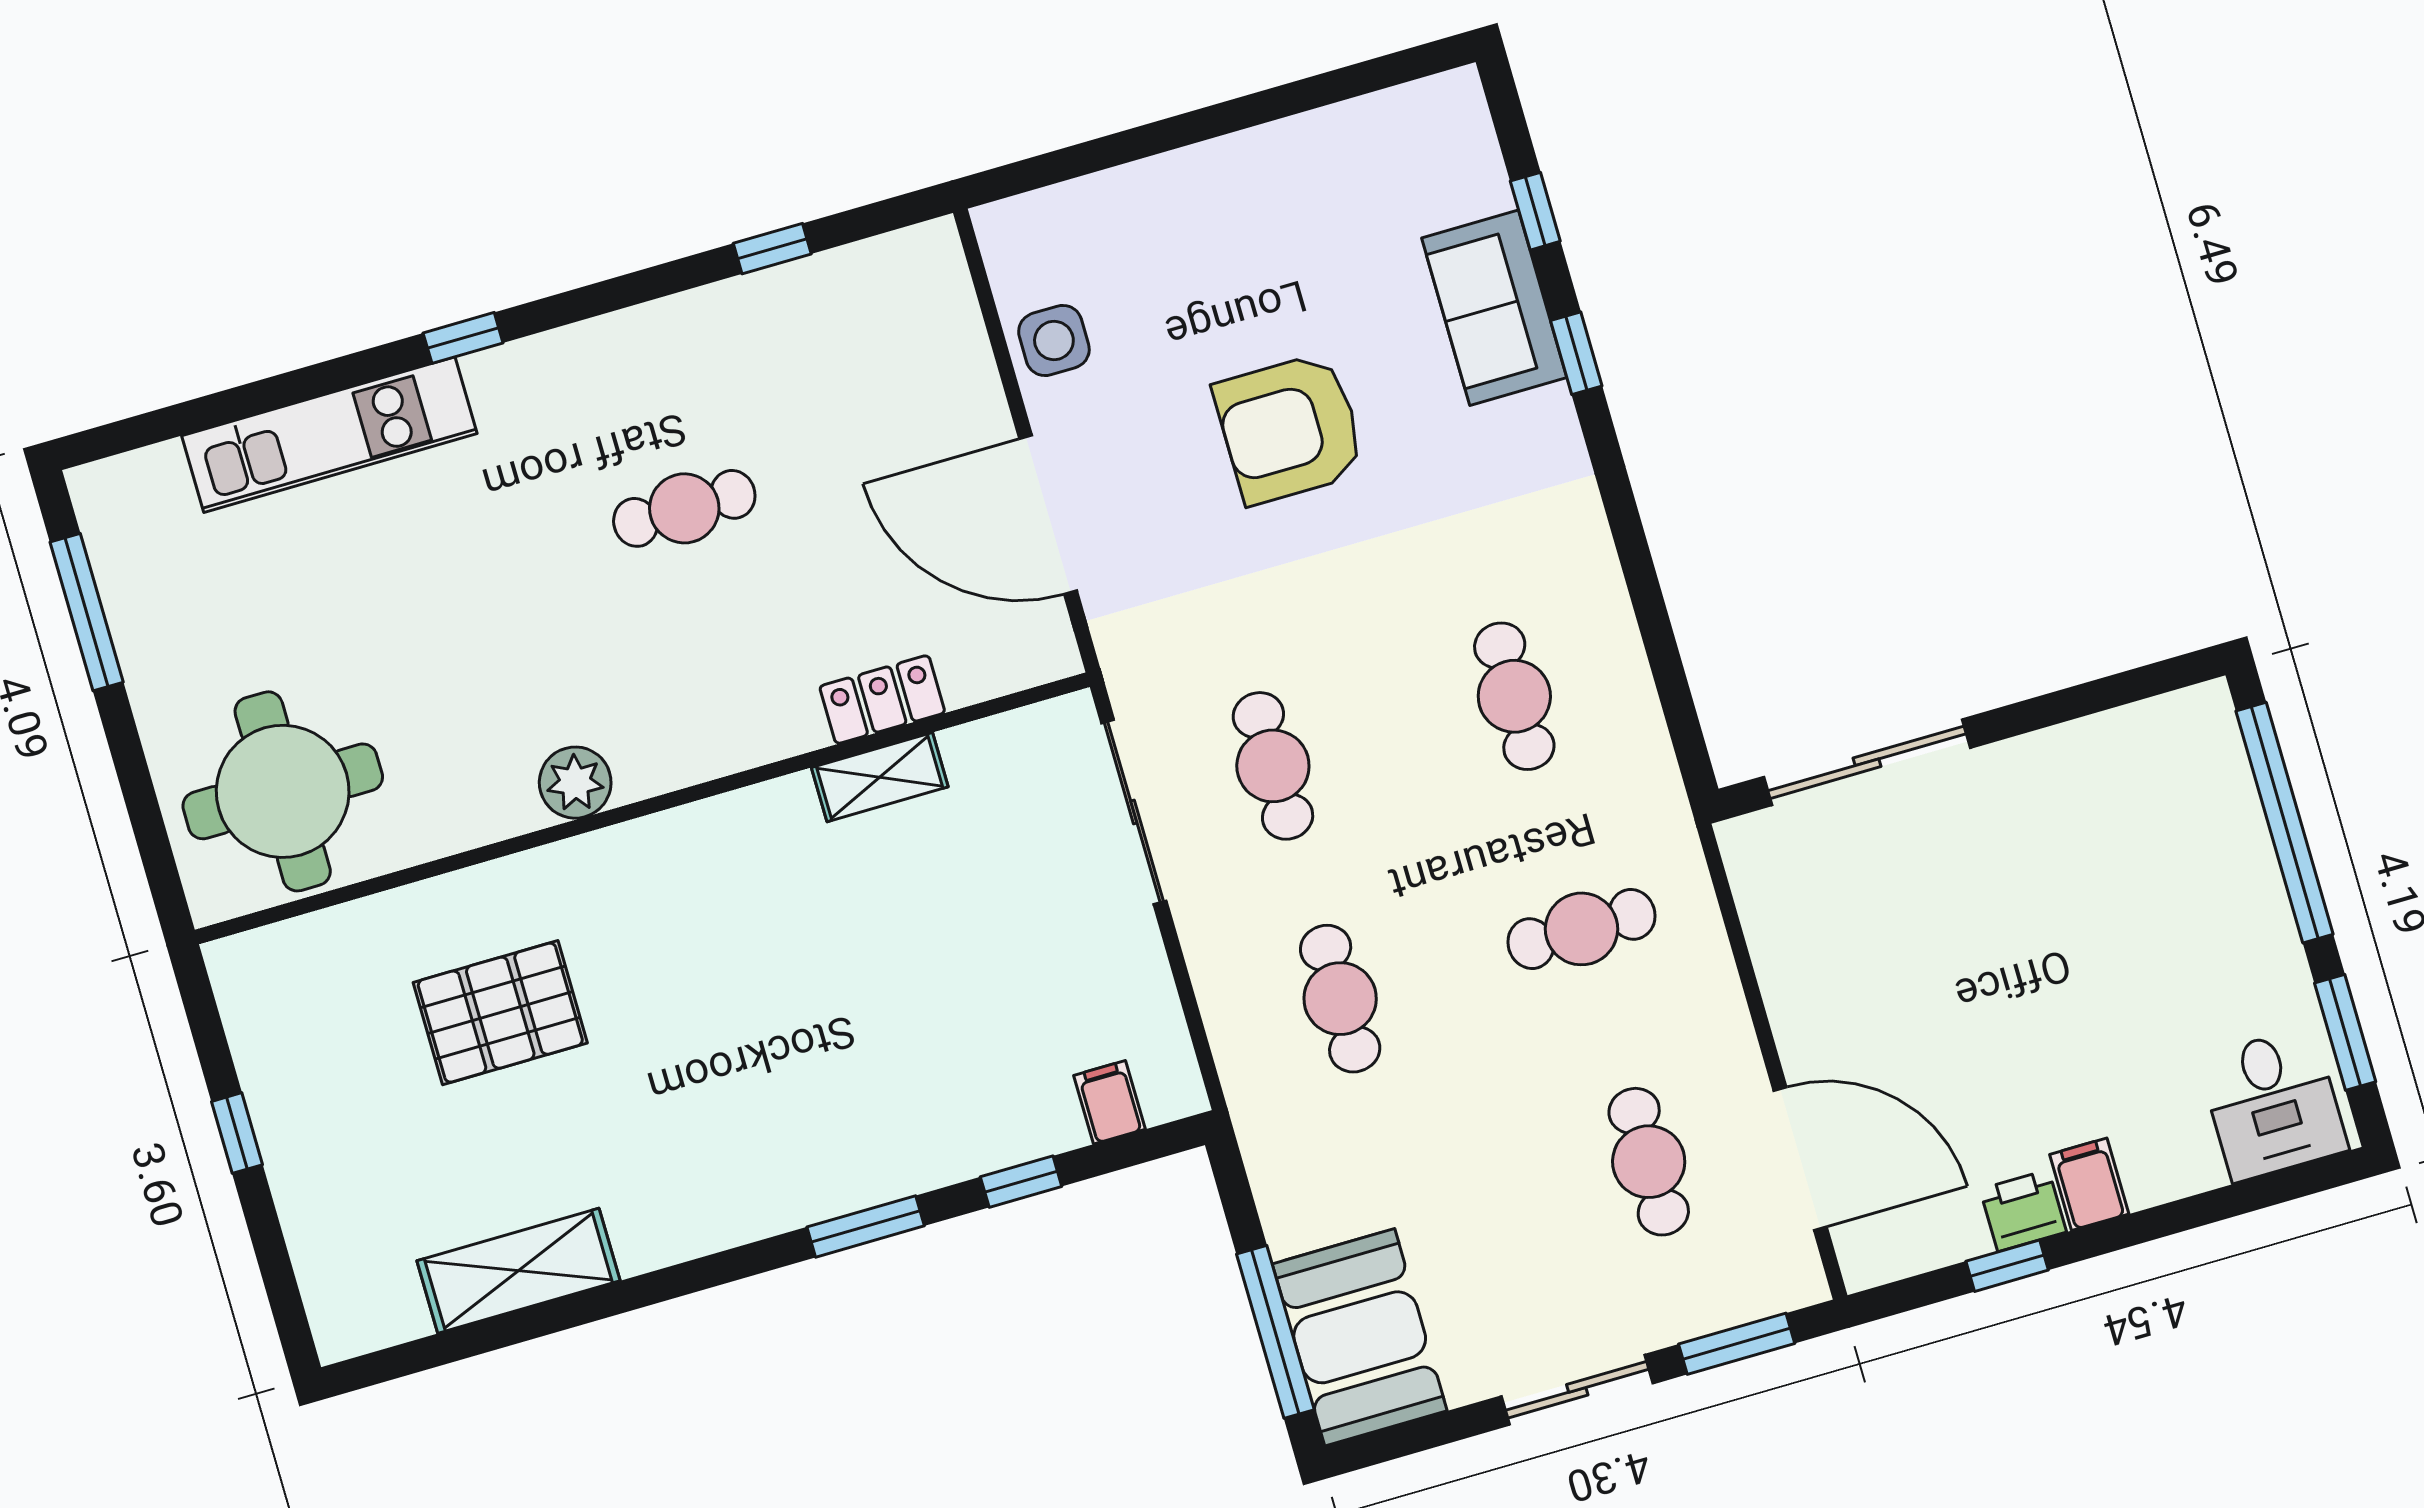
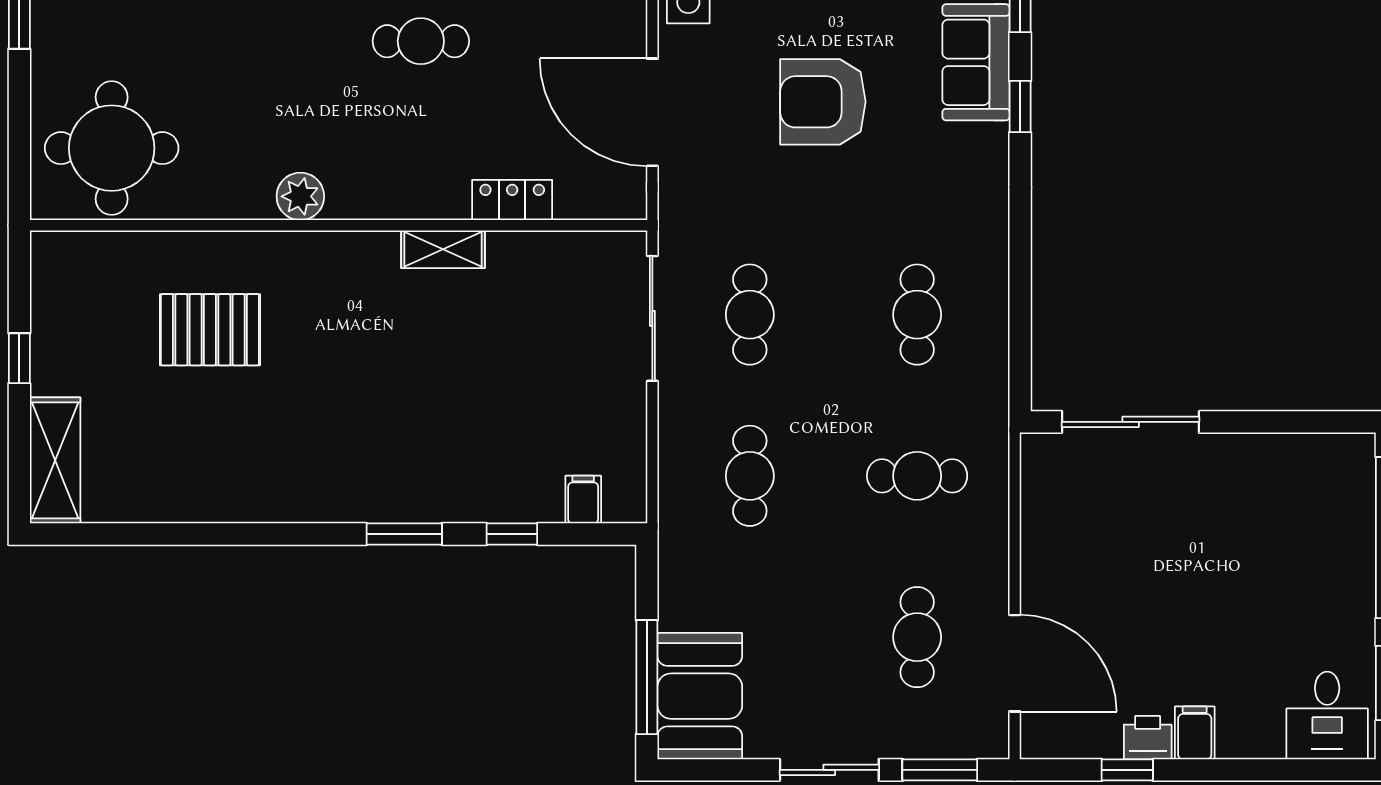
shelving: (880, 777) -> (443, 249), moved
shelving: (518, 1271) -> (55, 460), moved, turned 90

